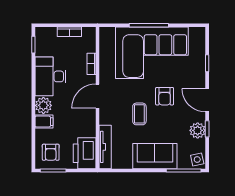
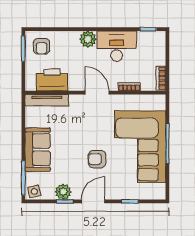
bookcase: (69, 32) -> (161, 78), moved
coffee table: (139, 114) -> (80, 134), removed
filing cabinet: (44, 122) -> (72, 40), removed
armchair: (51, 152) -> (42, 46), turned -90
printer: (85, 153) -> (52, 80), moved

